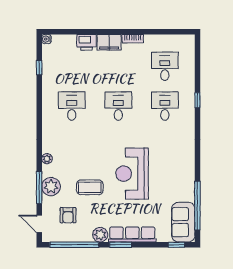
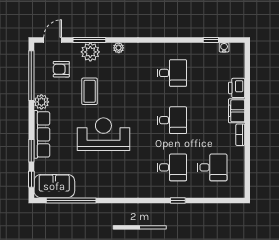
water cooler: (46, 39) -> (224, 47), moved
window: (121, 245) -> (31, 151), moved

